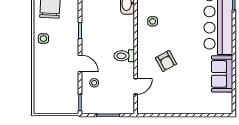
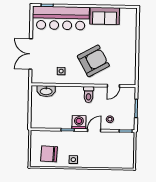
washing machine: (90, 45) -> (79, 122), added
armchair: (166, 61) -> (93, 61), width x1.88, depth x1.88
door: (136, 86) -> (113, 86), swing flipped

